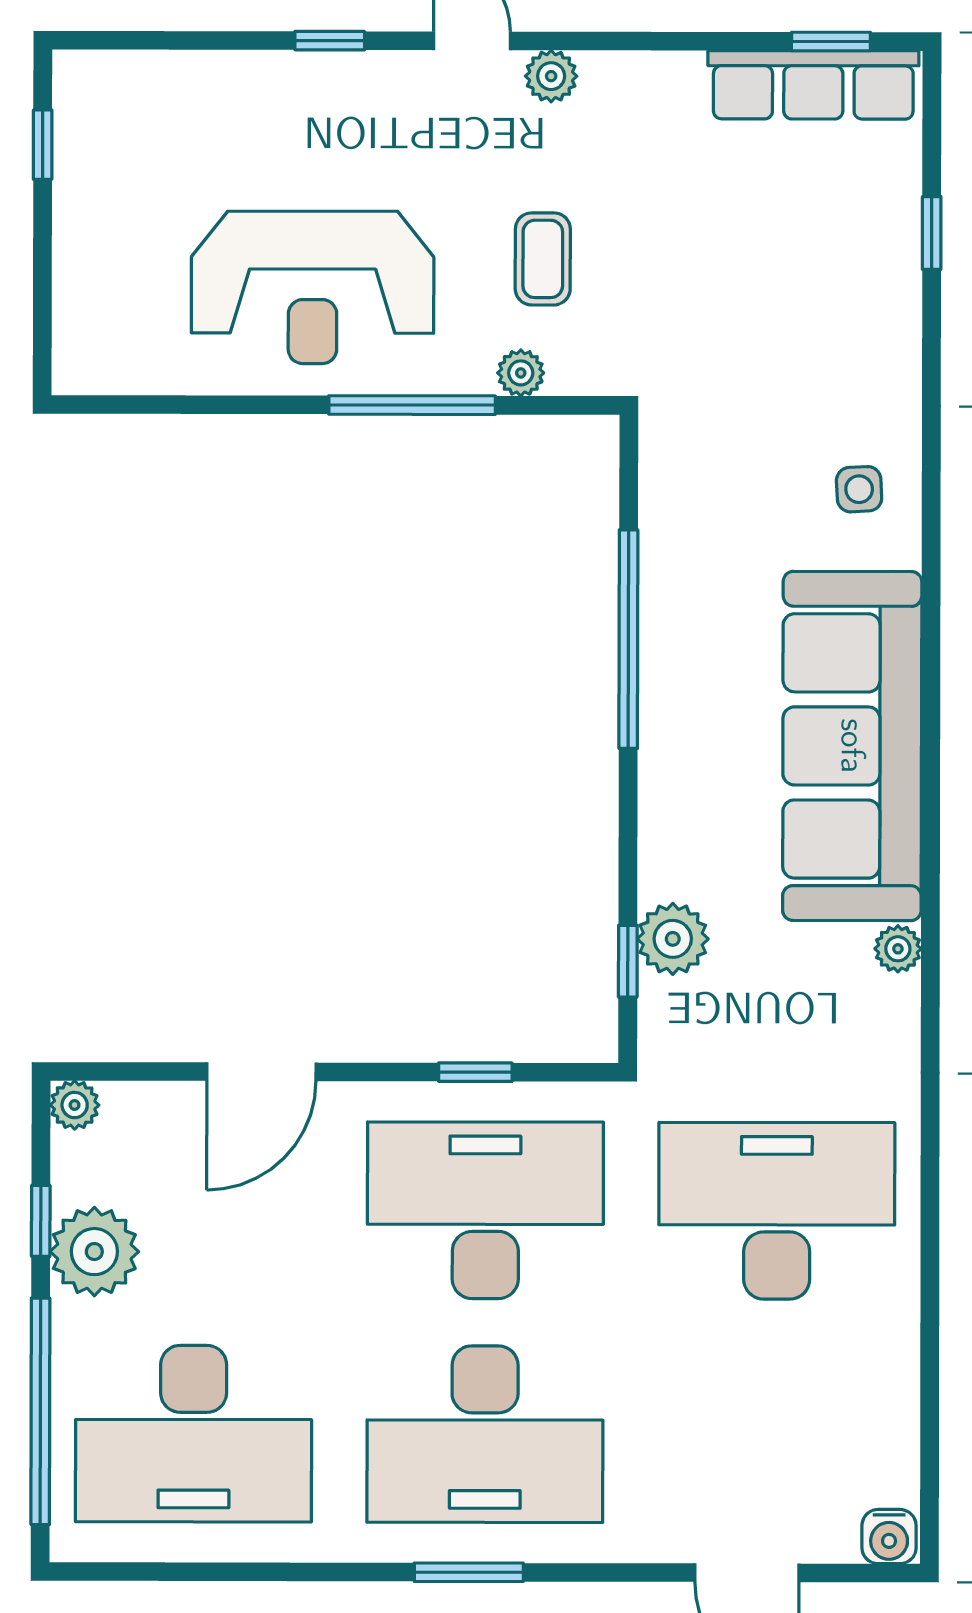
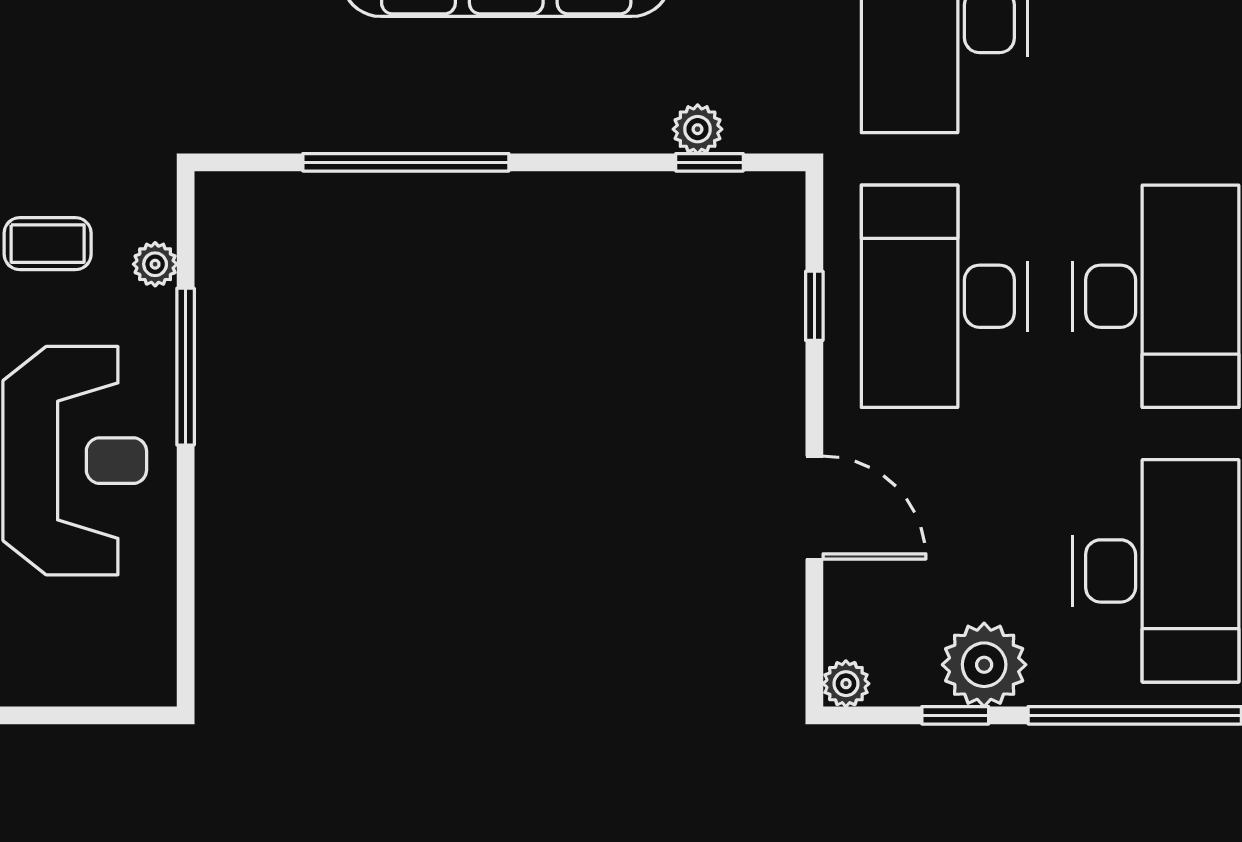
plant: (673, 939) -> (698, 129), width x0.73, depth x0.73

